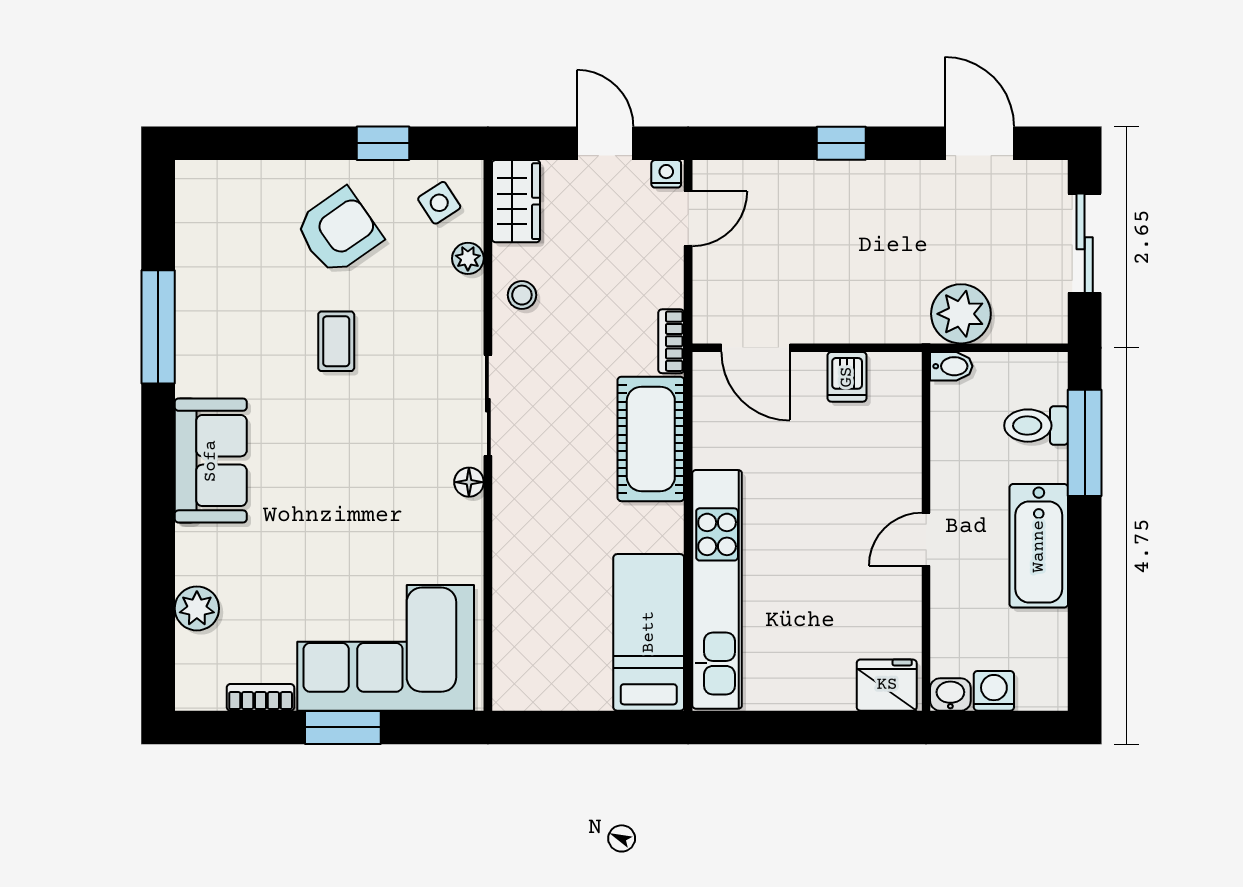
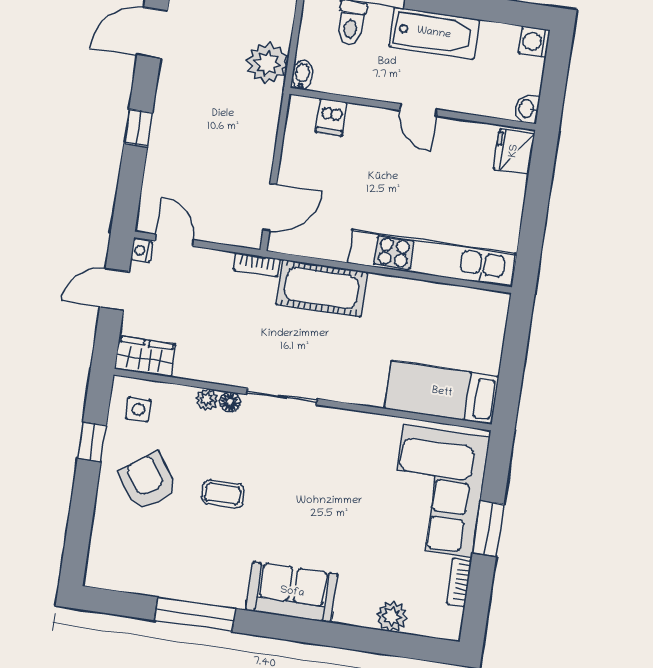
side table: (439, 203) -> (138, 409), turned 33
plant: (468, 258) -> (207, 399), moved
stool: (522, 295) -> (210, 362), removed
dishwasher: (847, 377) -> (331, 117), moved, turned 90
floor lamp: (469, 482) -> (230, 402), moved
bed: (649, 632) -> (442, 392), moved
washing machine: (994, 691) -> (534, 42), moved

